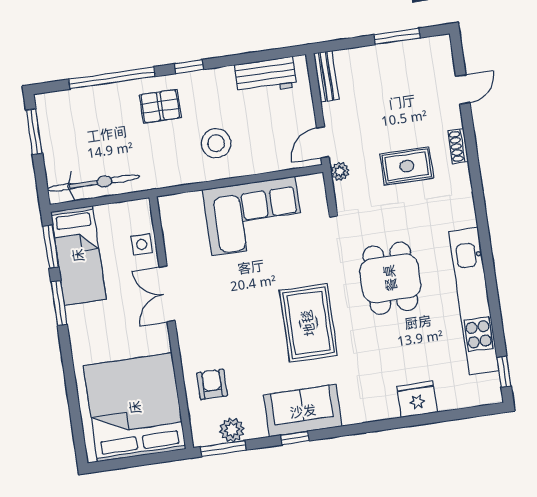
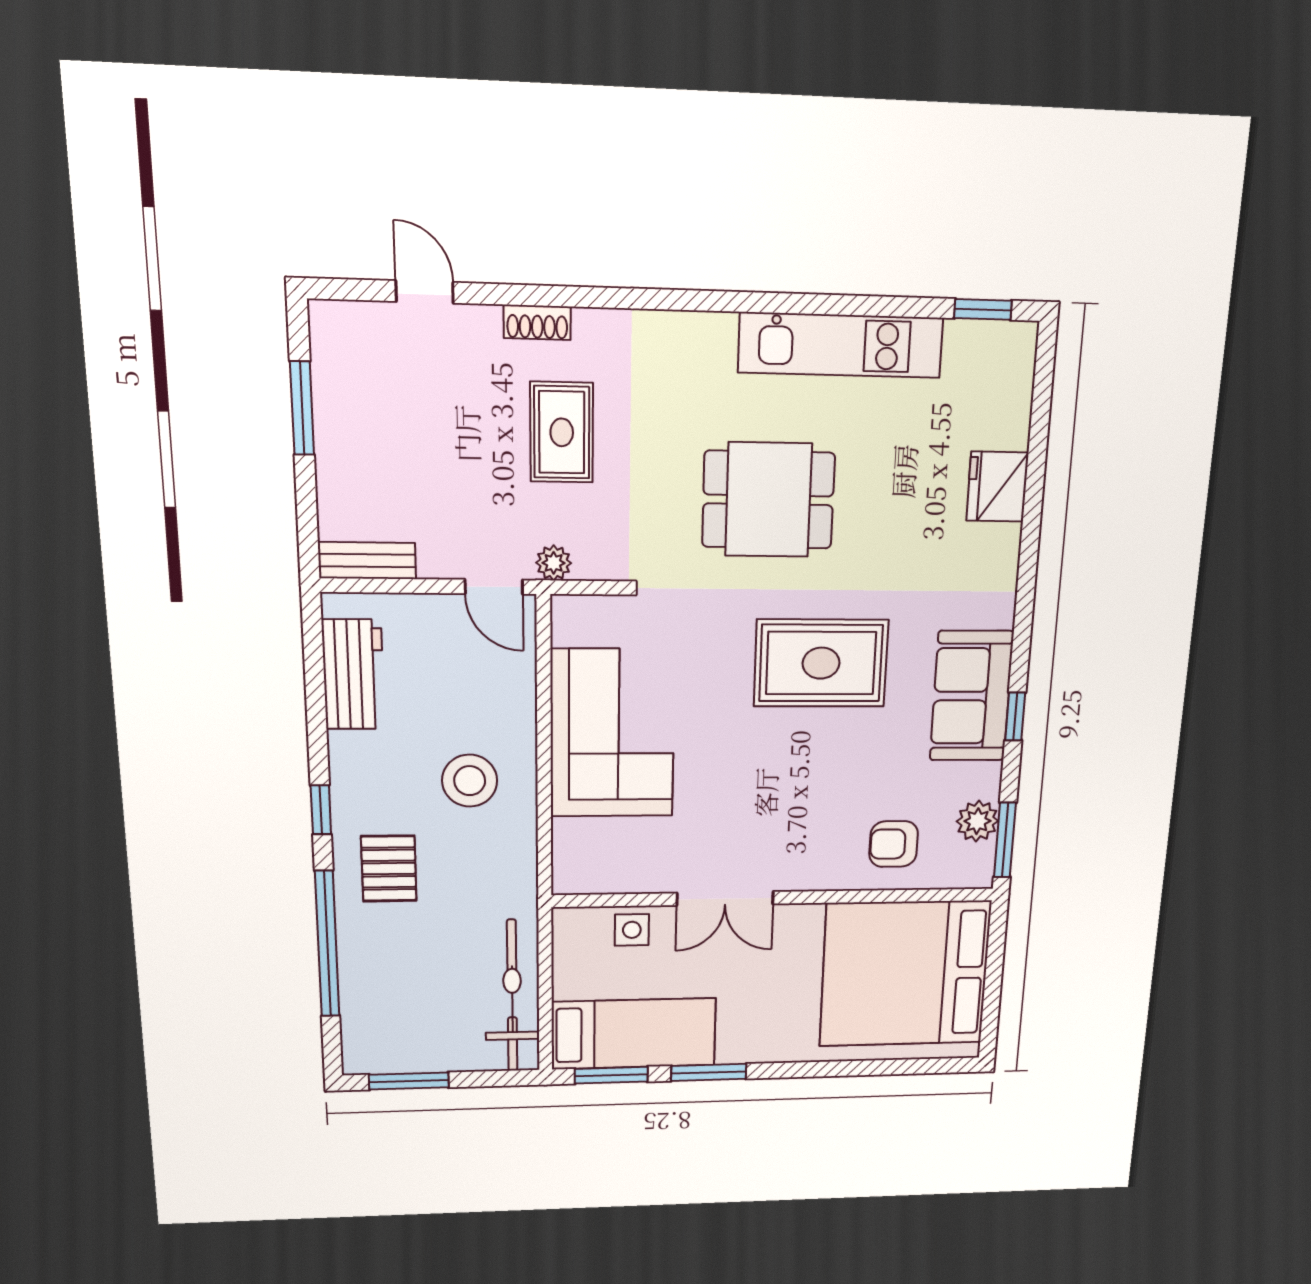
kitchen unit: (474, 301) -> (841, 345), width x0.73

